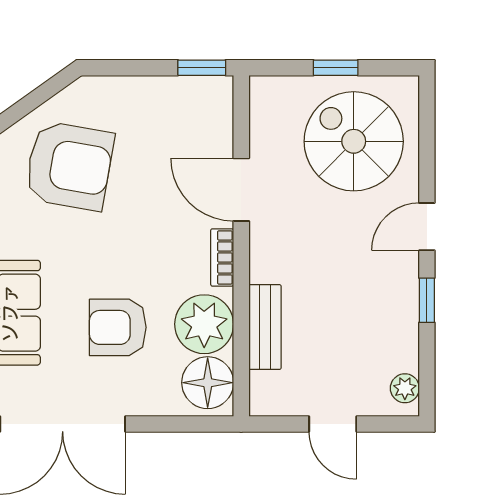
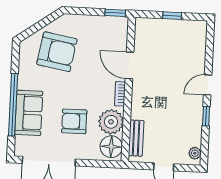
spiral stairs: (354, 141) -> (178, 47), removed
bench: (265, 327) -> (136, 138), moved

